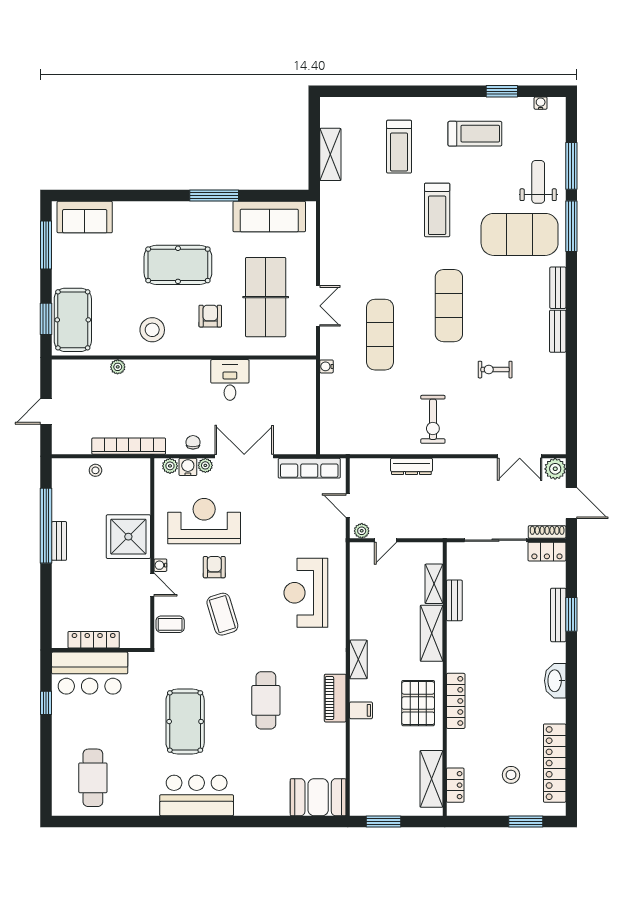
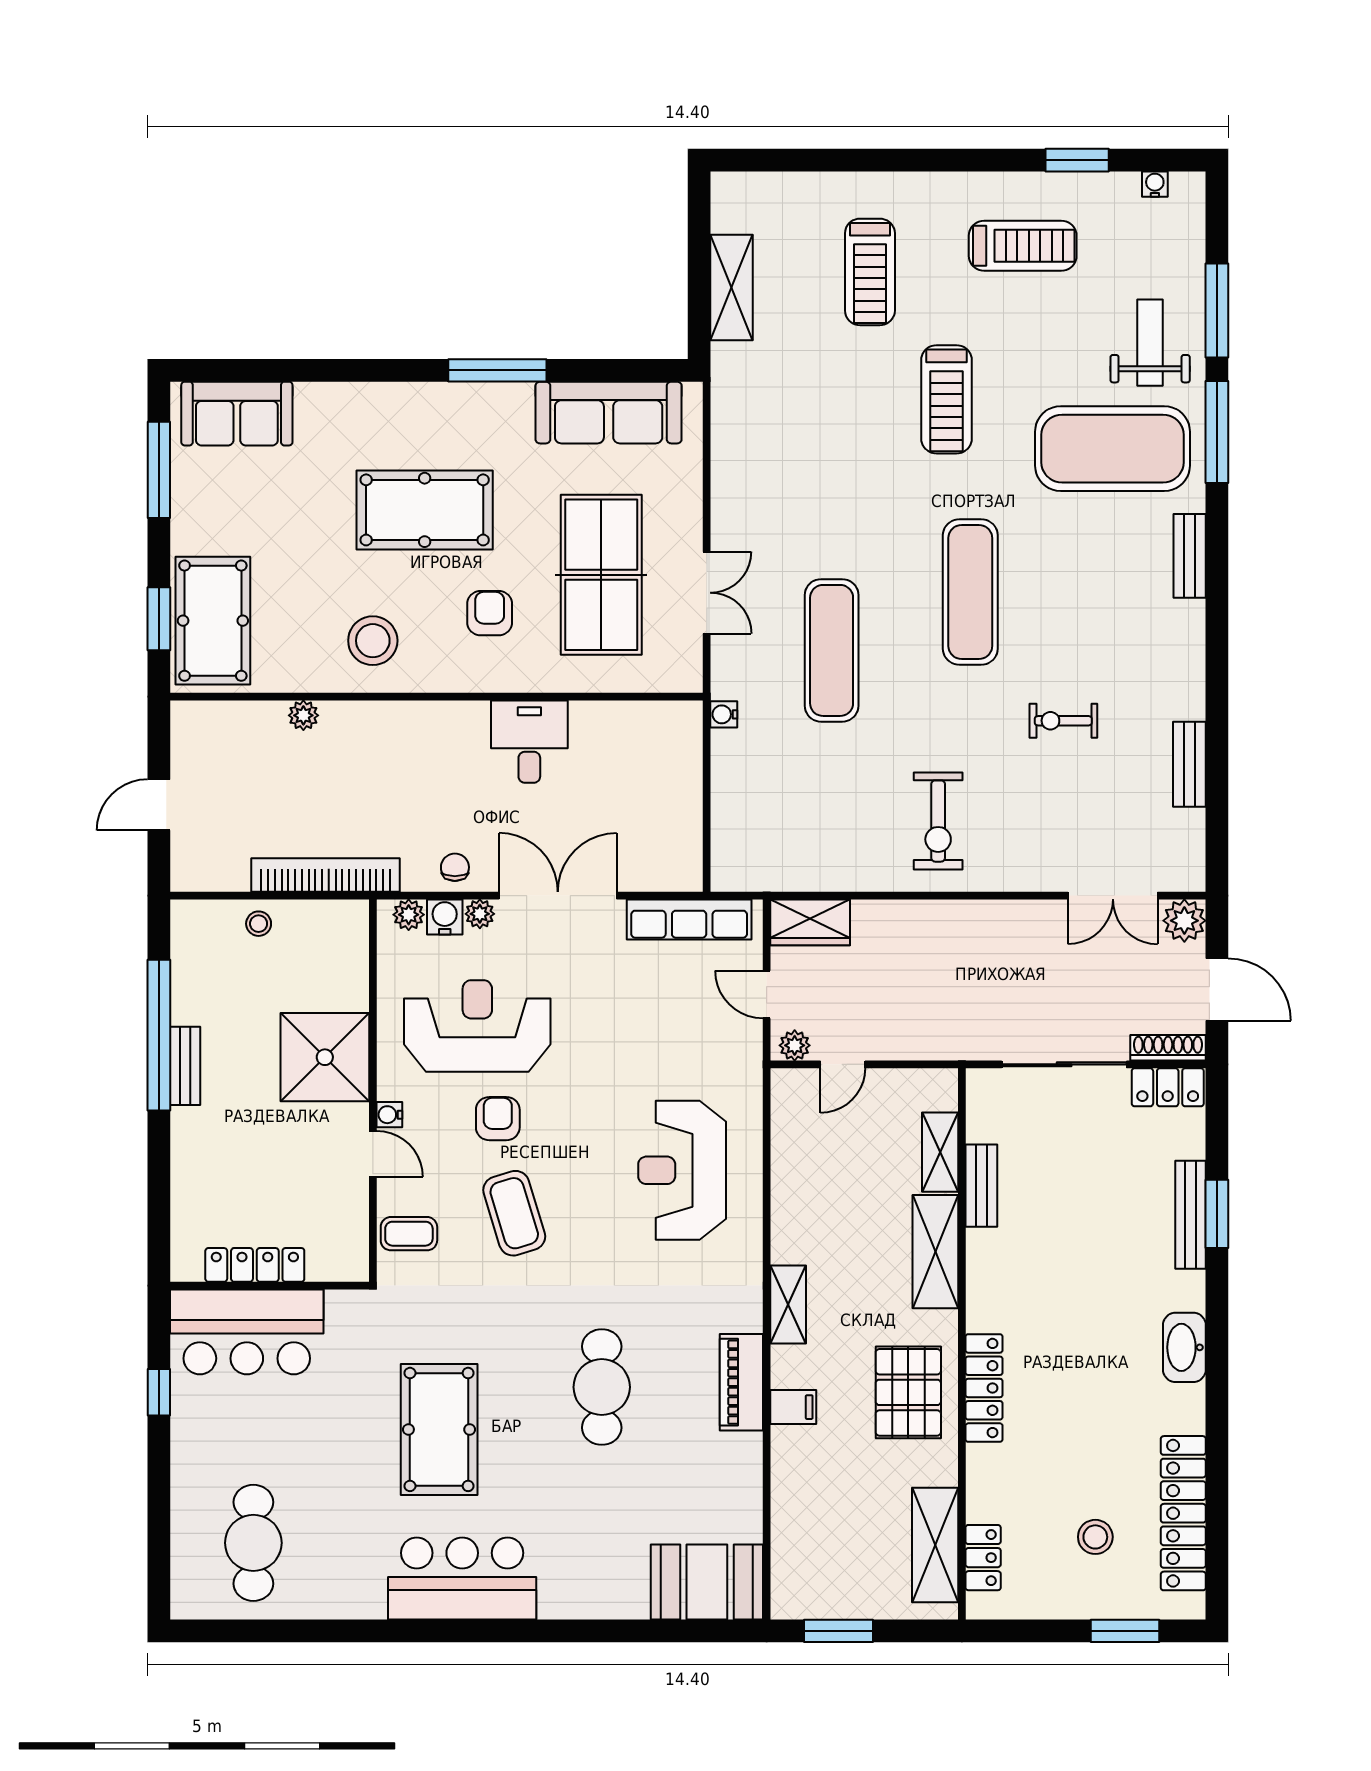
bench: (558, 331) -> (1189, 764), moved
dresser: (411, 466) -> (895, 916), removed
wardrobe: (369, 470) -> (810, 922), added

